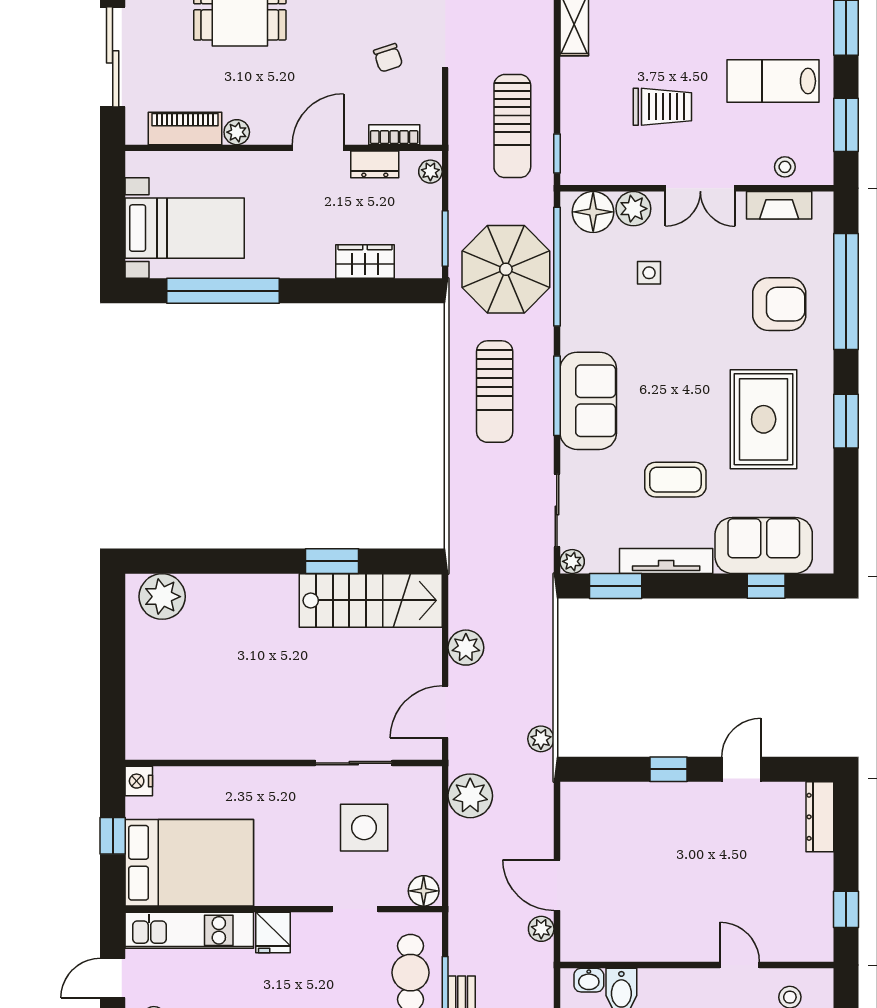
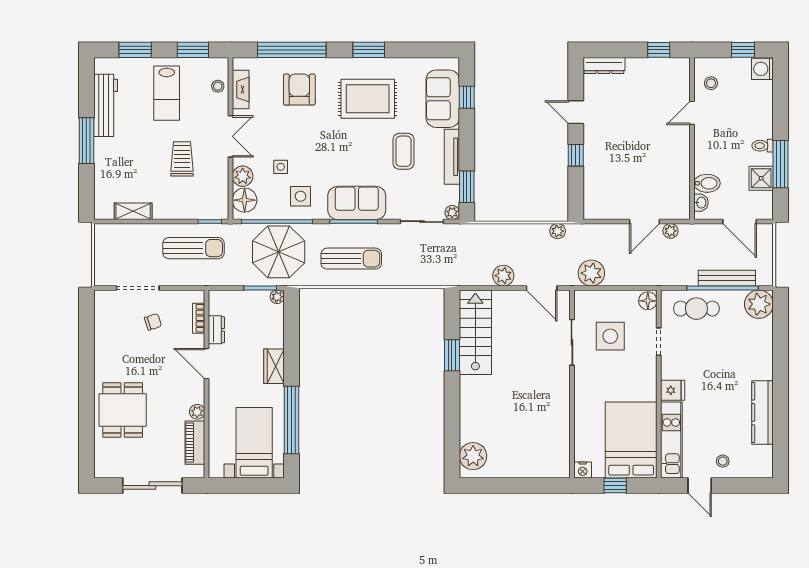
plant: (430, 172) -> (277, 297), moved
wardrobe: (365, 261) -> (274, 366), moved
side table: (600, 306) -> (301, 196), added

